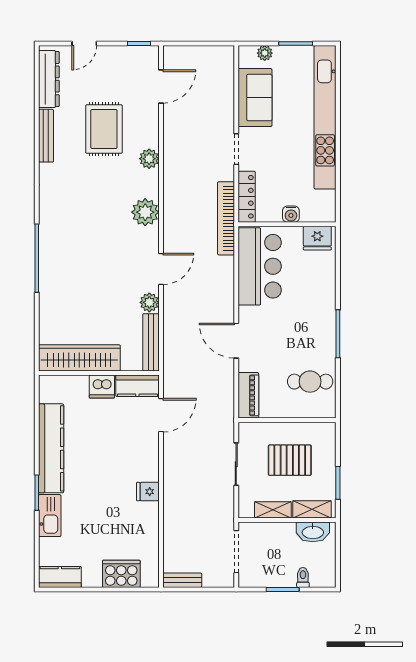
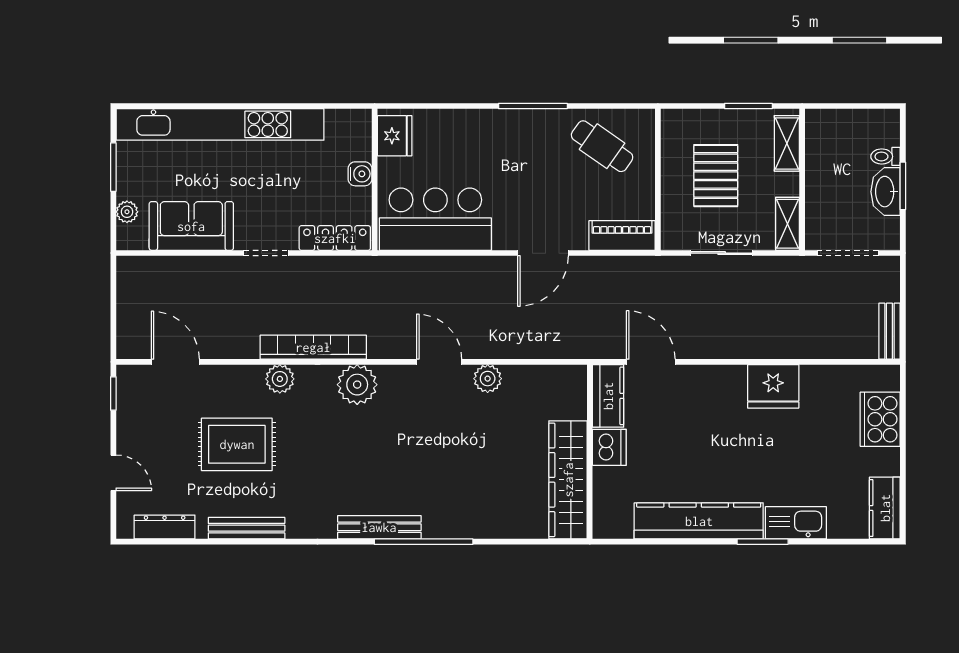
dresser: (49, 79) -> (165, 527), width x0.73, depth x0.80
bookcase: (226, 218) -> (313, 347), moved, turned 180
bench: (151, 342) -> (379, 527), moved
cafe table: (310, 382) -> (602, 146), turned -55
fridge: (148, 492) -> (773, 386), width x1.88, depth x1.34
shelving: (273, 510) -> (788, 224), moved
washbasin: (313, 532) -> (886, 192), moved, turned 180

